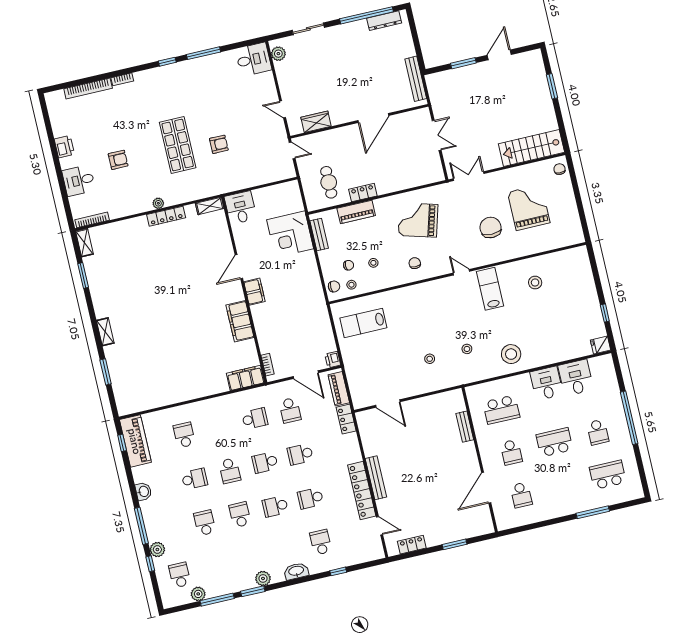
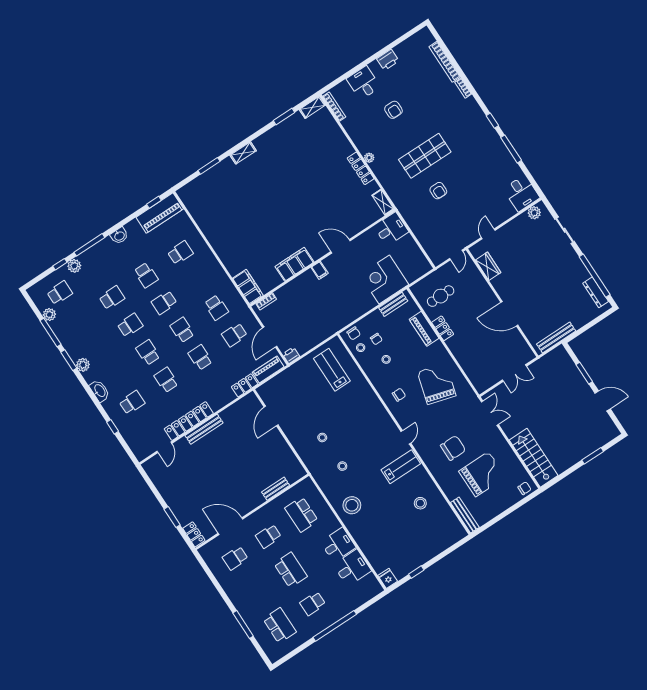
bench: (564, 241) -> (465, 515), added
filing cabinet: (254, 292) -> (320, 270), width x0.50
locker: (412, 545) -> (194, 534), moved

